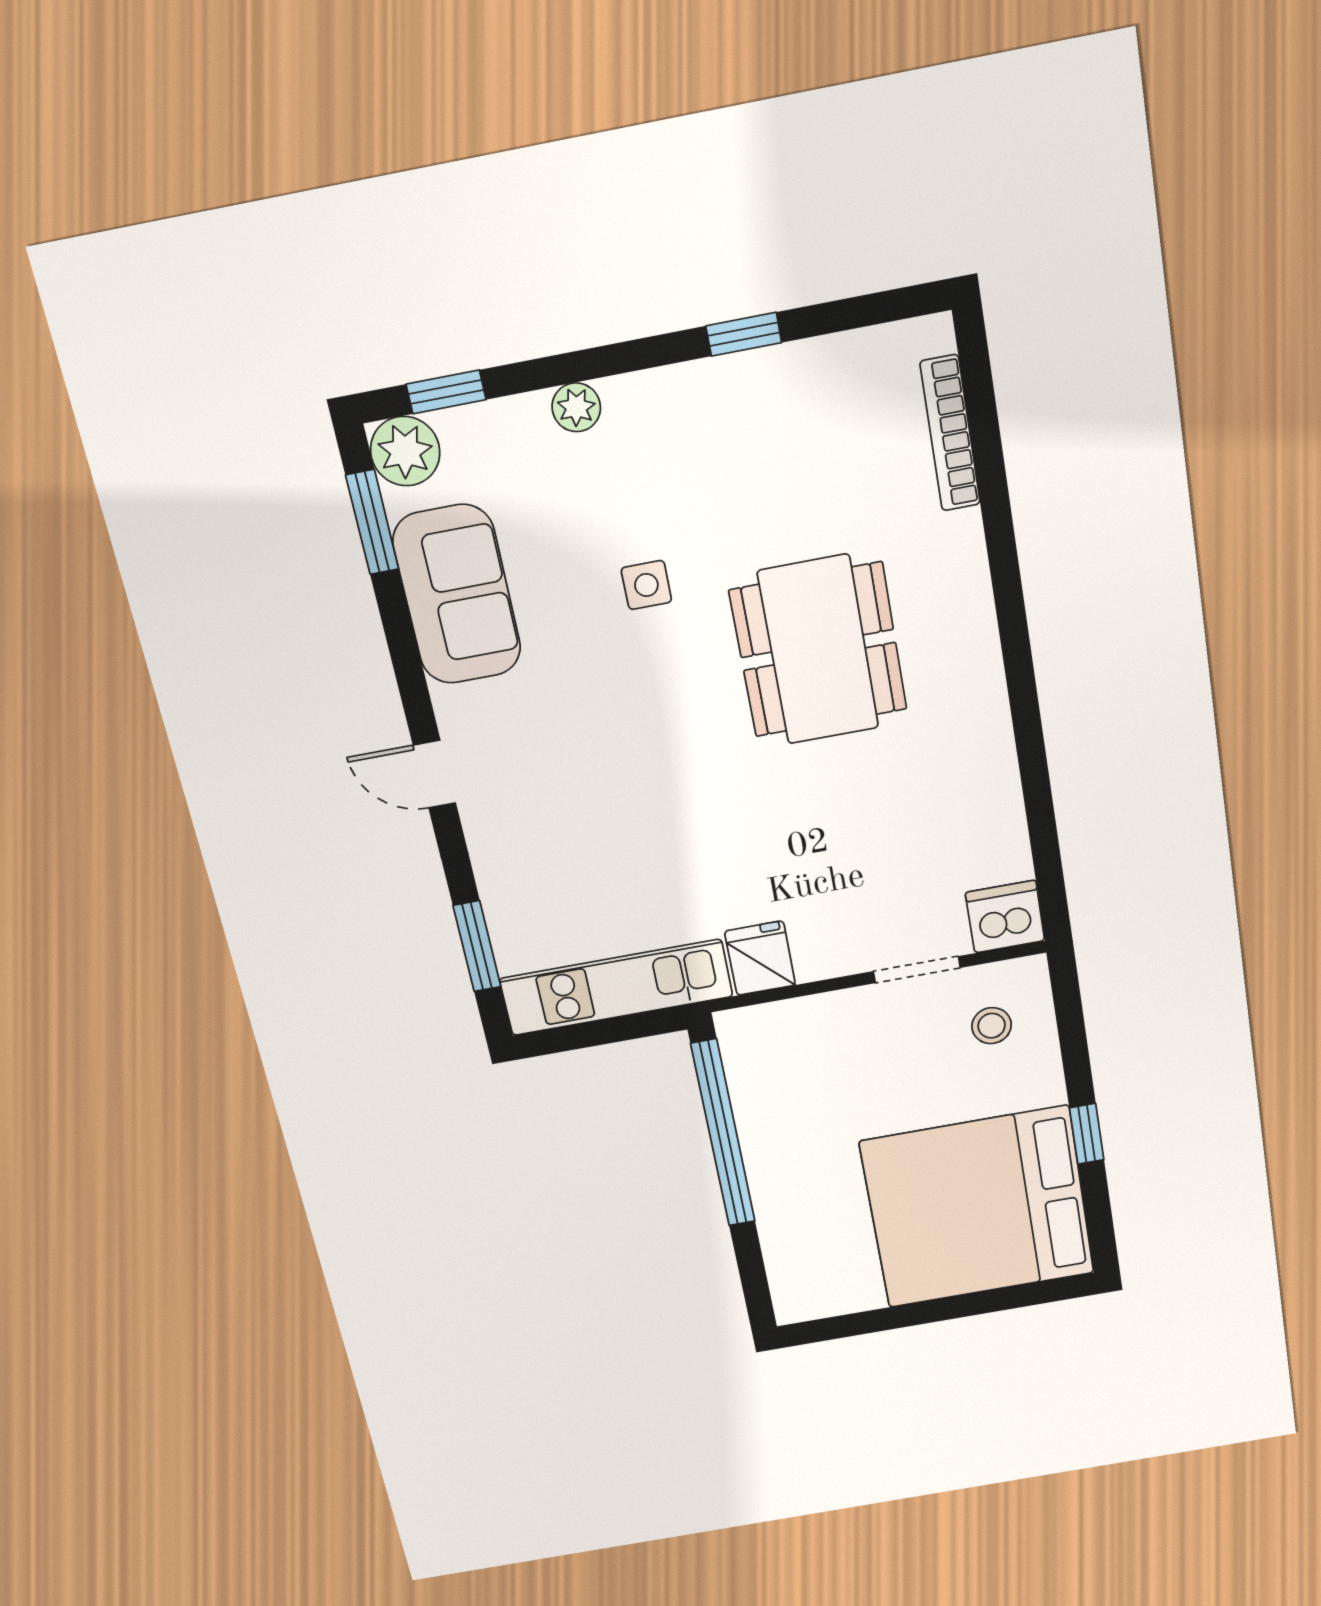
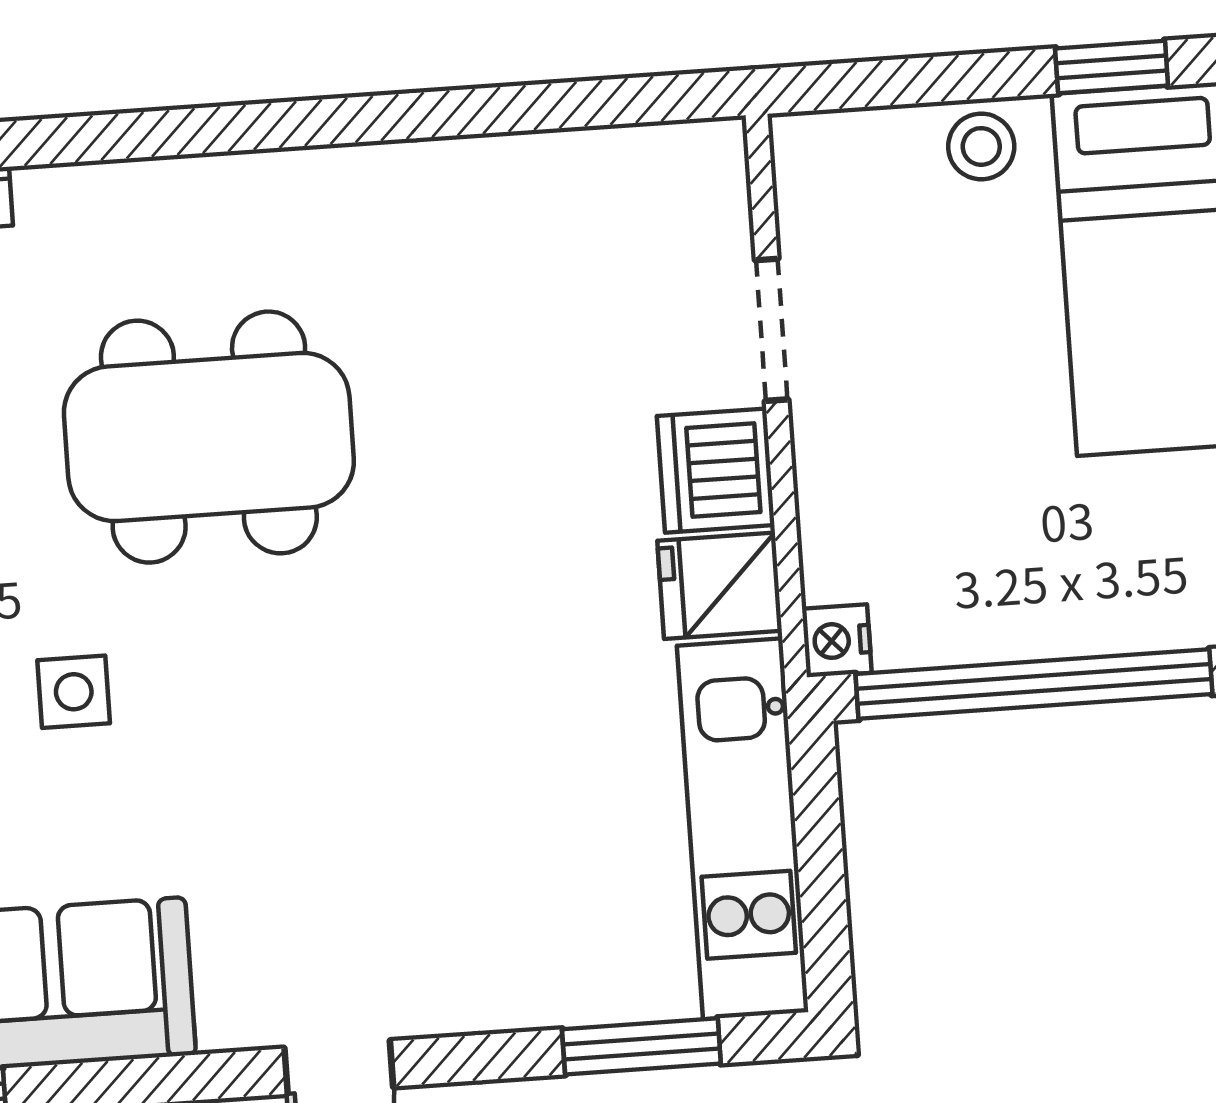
dishwasher: (1005, 917) -> (716, 471), moved
nightstand: (735, 1026) -> (837, 641), added
stool: (992, 1026) -> (981, 146), moved

